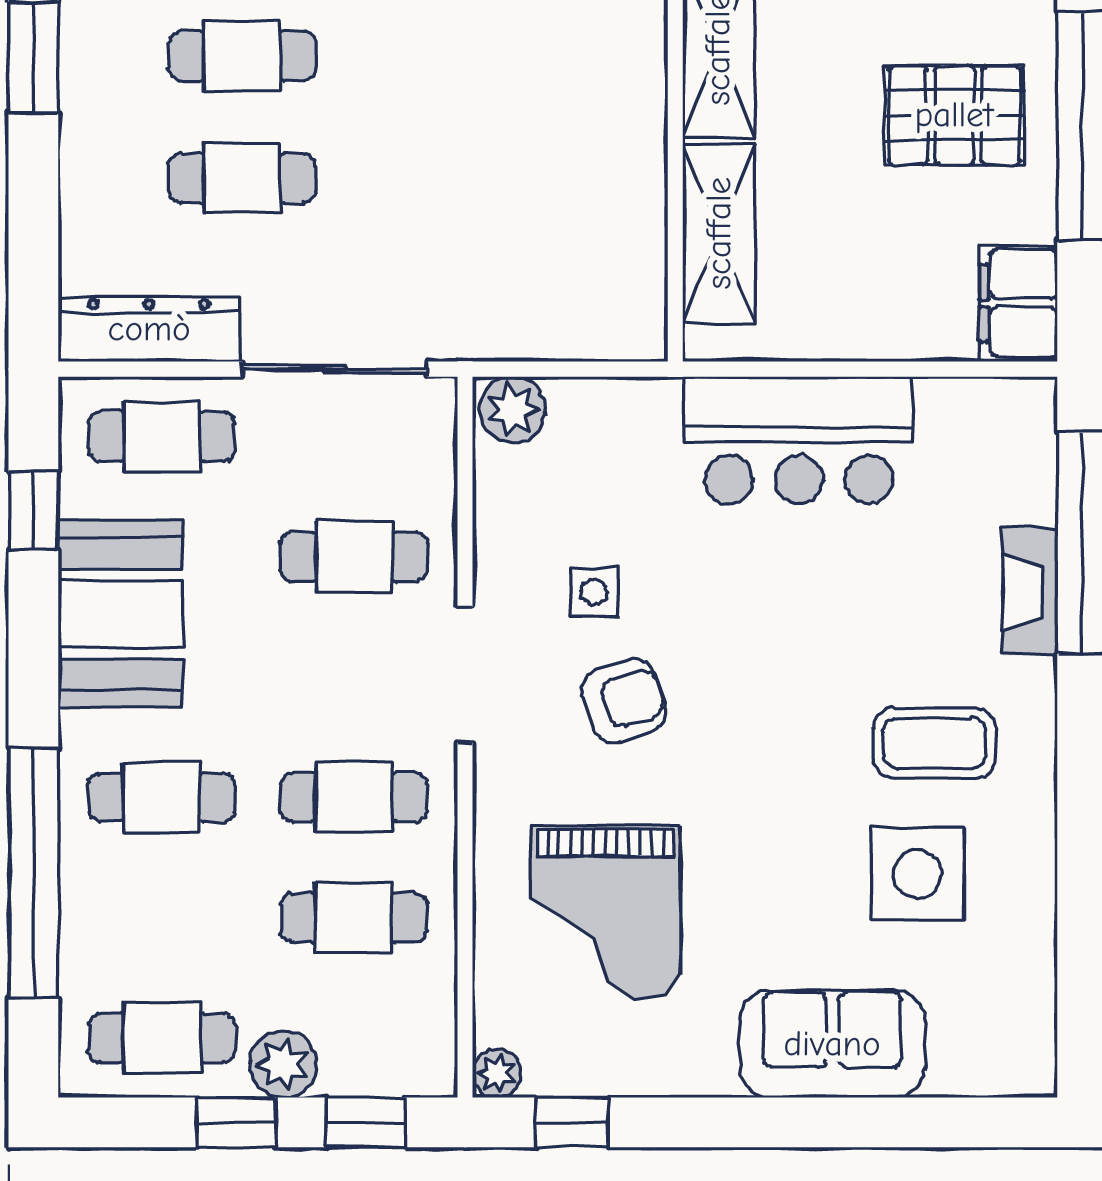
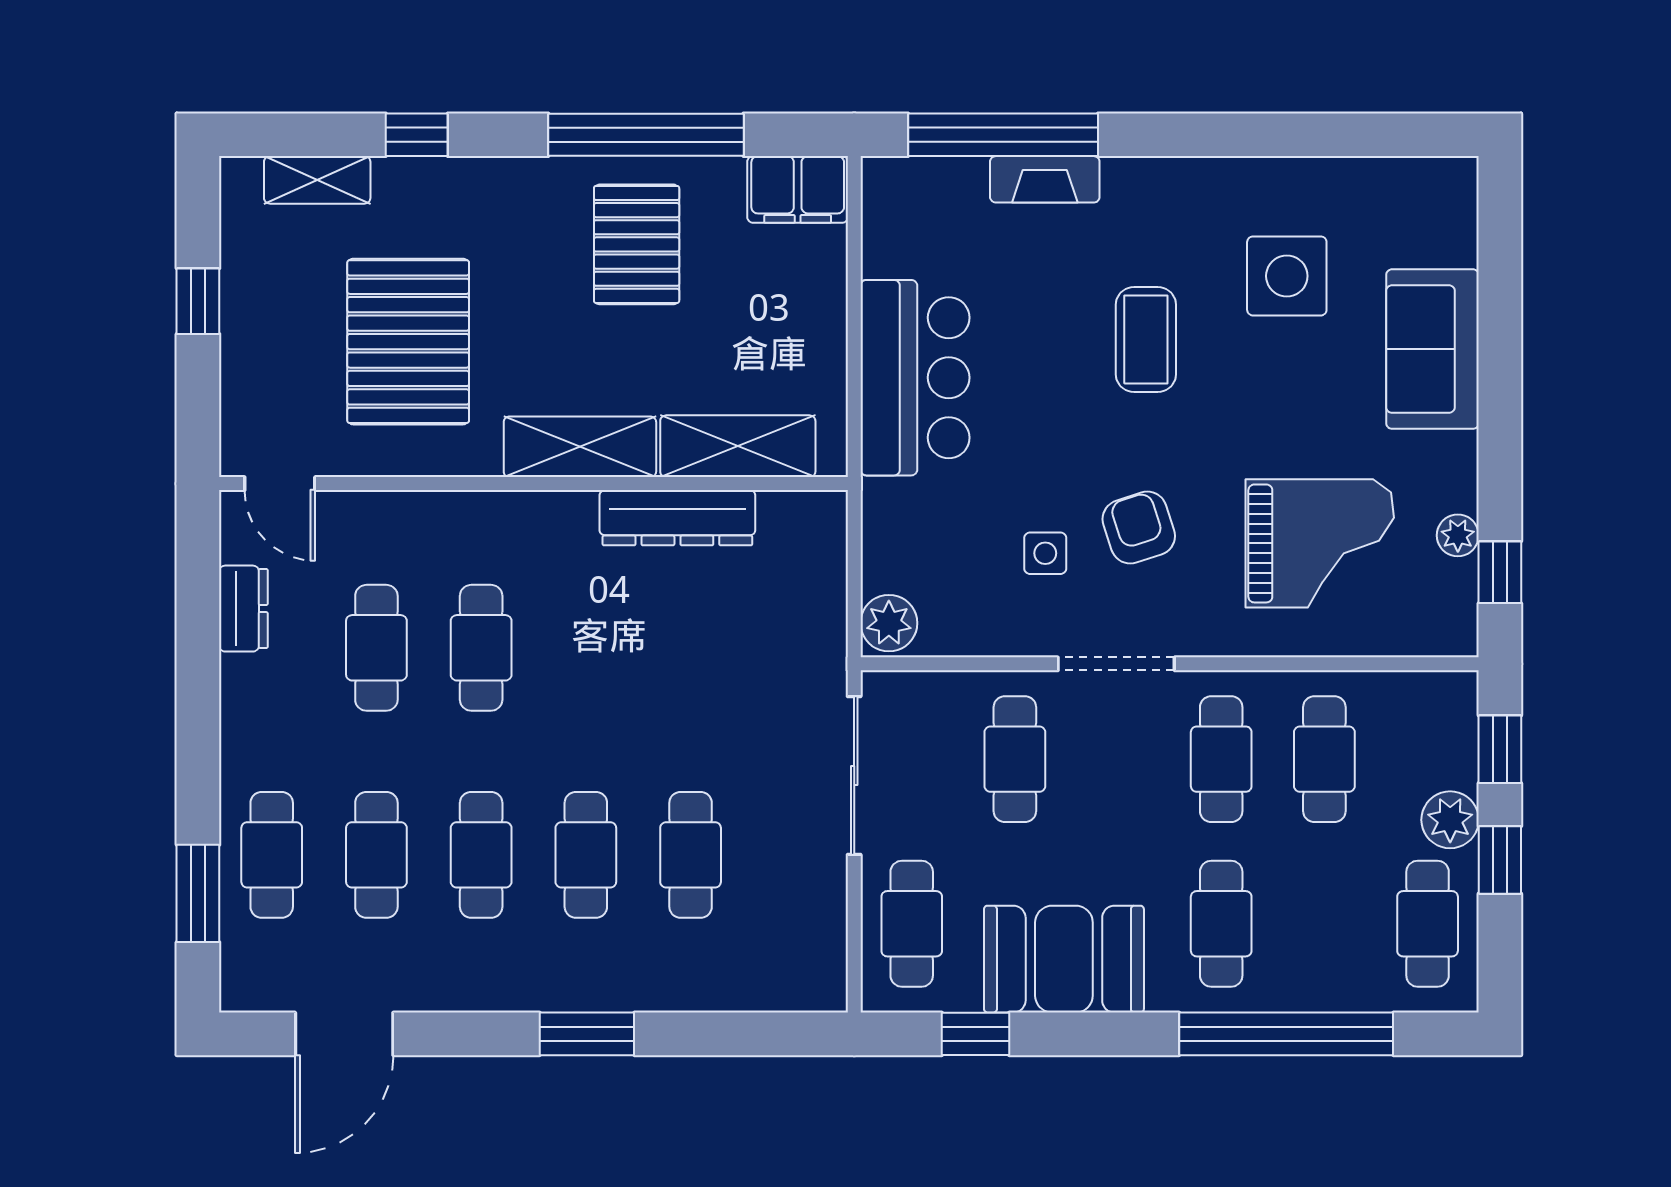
dresser: (149, 329) -> (677, 518), moved, turned -90
coffee table: (935, 743) -> (1146, 339), moved
plant: (497, 1073) -> (1458, 535), moved

